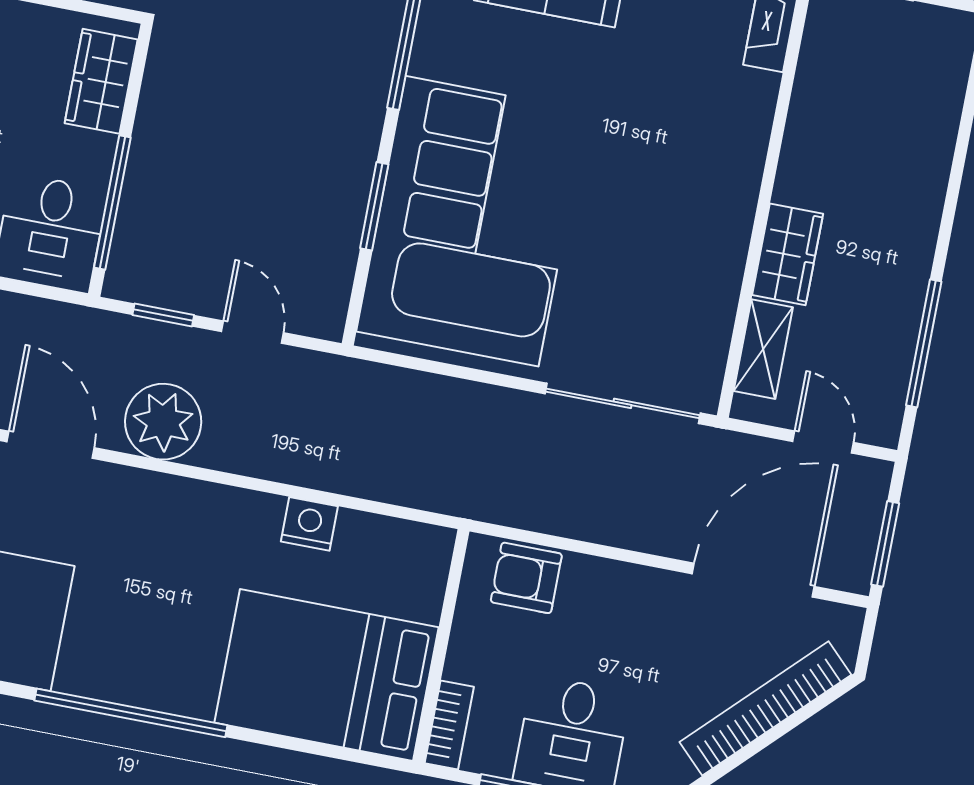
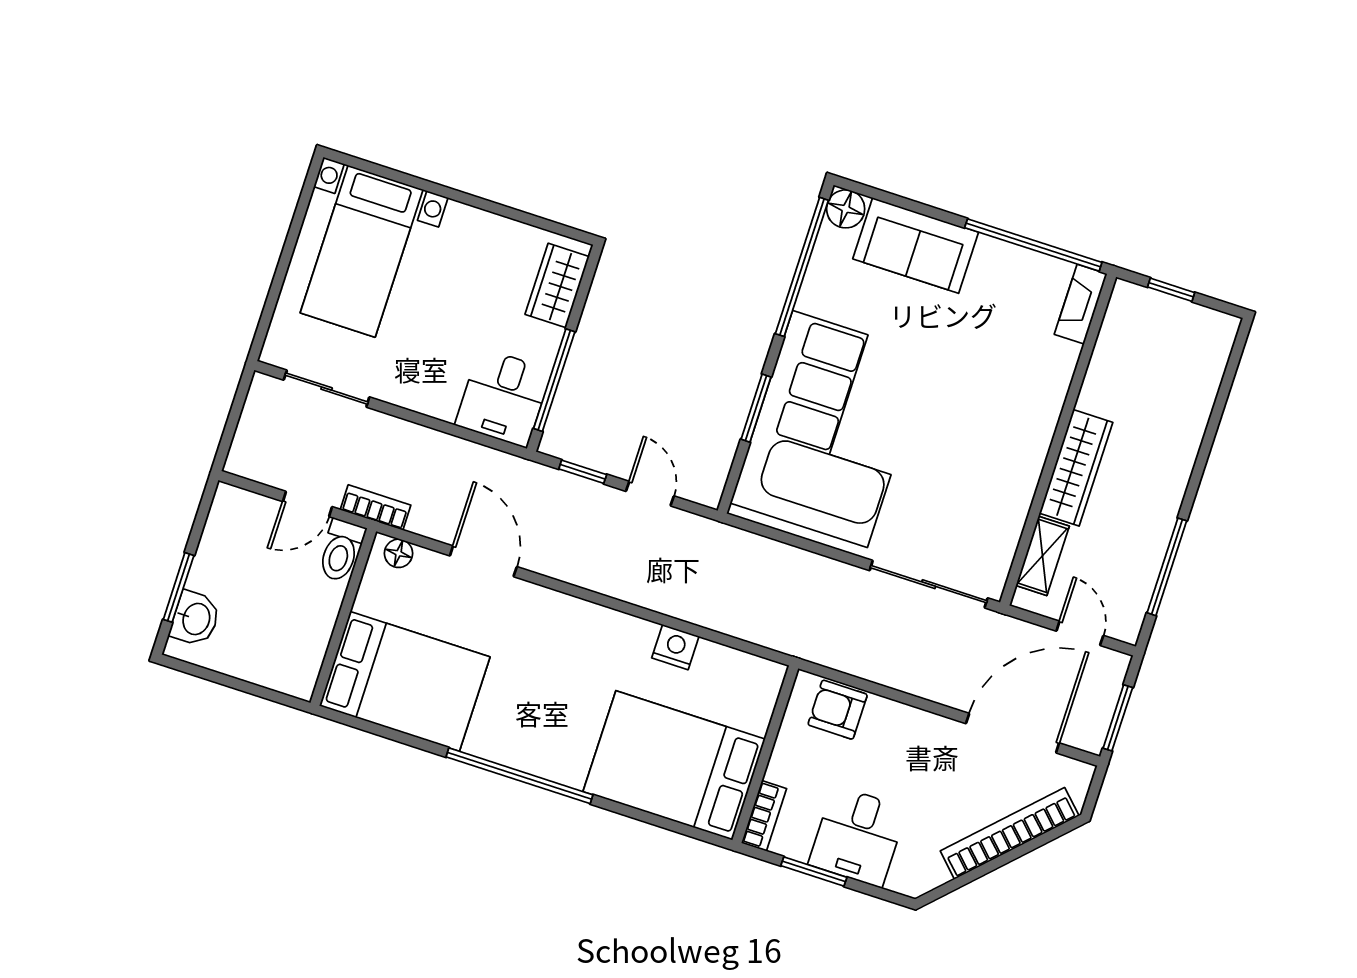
wardrobe: (788, 254) -> (1076, 468), width x1.50
plant: (163, 422) -> (572, 554), removed

